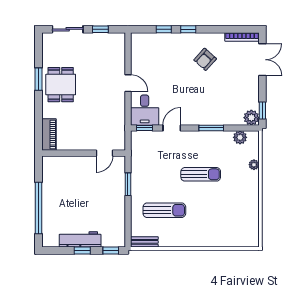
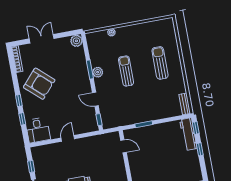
armchair: (205, 59) -> (39, 84), width x1.88, depth x1.88
double door: (262, 60) -> (42, 39), moved
desk: (145, 110) -> (38, 130), moved, turned 90
window: (262, 111) -> (70, 34), removed
plant: (240, 137) -> (98, 72), moved
sun lounger: (164, 210) -> (160, 63), moved
workbench: (80, 239) -> (188, 134), moved

